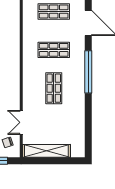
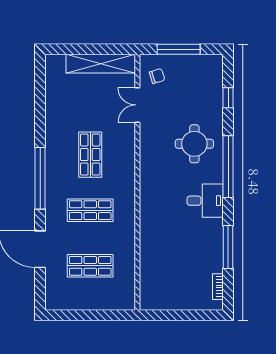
double door: (21, 122) -> (137, 105), swing flipped

